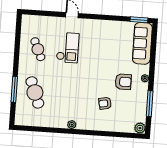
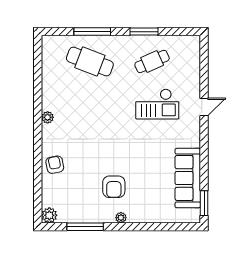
sofa: (142, 43) -> (188, 178), moved, turned -90
window: (17, 53) -> (144, 32), added
cafe table: (35, 92) -> (90, 61), turned 42
armchair: (105, 103) -> (55, 165), moved

